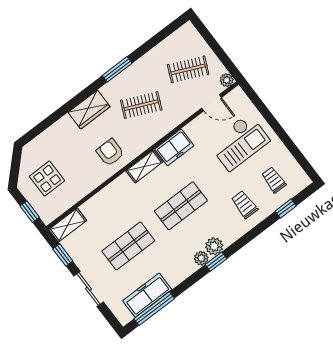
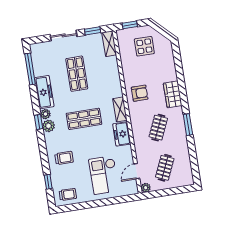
trolley: (274, 180) -> (68, 194), moved
shop shelf: (181, 206) -> (84, 119), turned 90
freezer: (147, 295) -> (44, 92), moved

